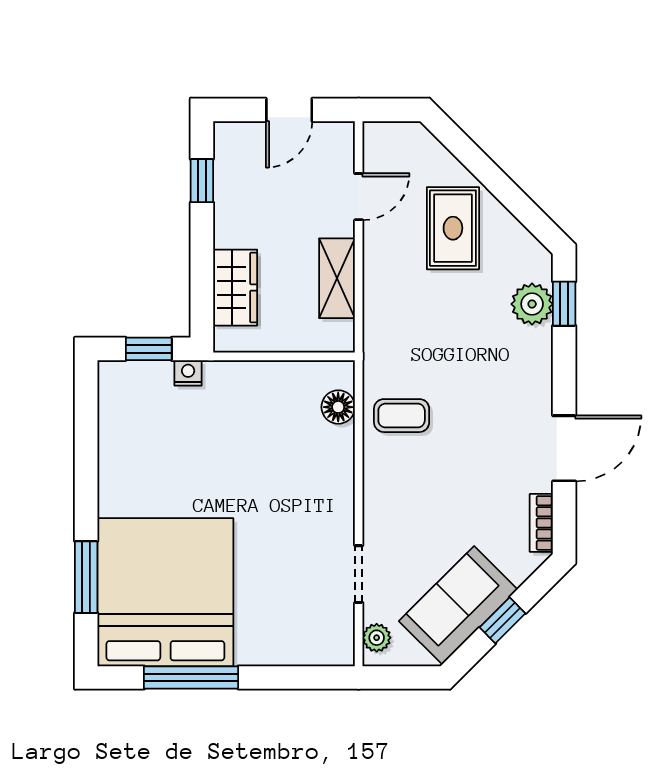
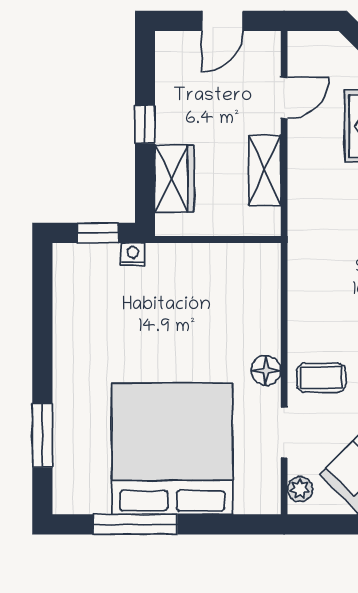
window: (202, 181) -> (145, 124), moved
floor lamp: (338, 407) -> (266, 370), moved
coffee table: (402, 416) -> (321, 378), moved
bed: (165, 592) -> (172, 449), moved

